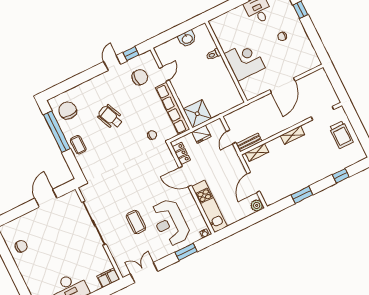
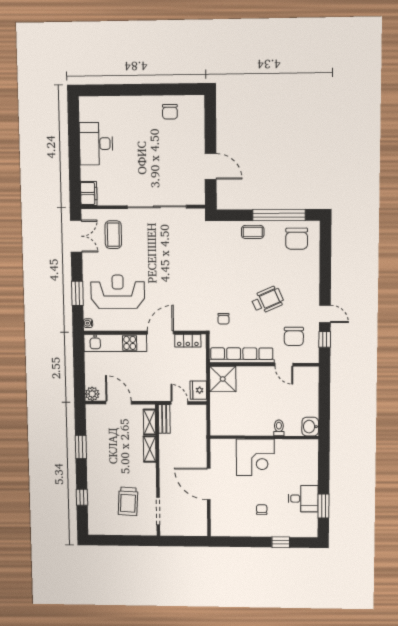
washbasin: (187, 39) -> (310, 427), moved
chair: (68, 111) -> (297, 239), turned 90
wheelchair: (110, 117) -> (267, 300), moved
fridge: (201, 134) -> (198, 390), moved
shelving: (293, 135) -> (150, 449), moved
trolley: (341, 135) -> (128, 501), moved, turned -87
coffee table: (136, 222) -> (113, 235), moved, turned 90

